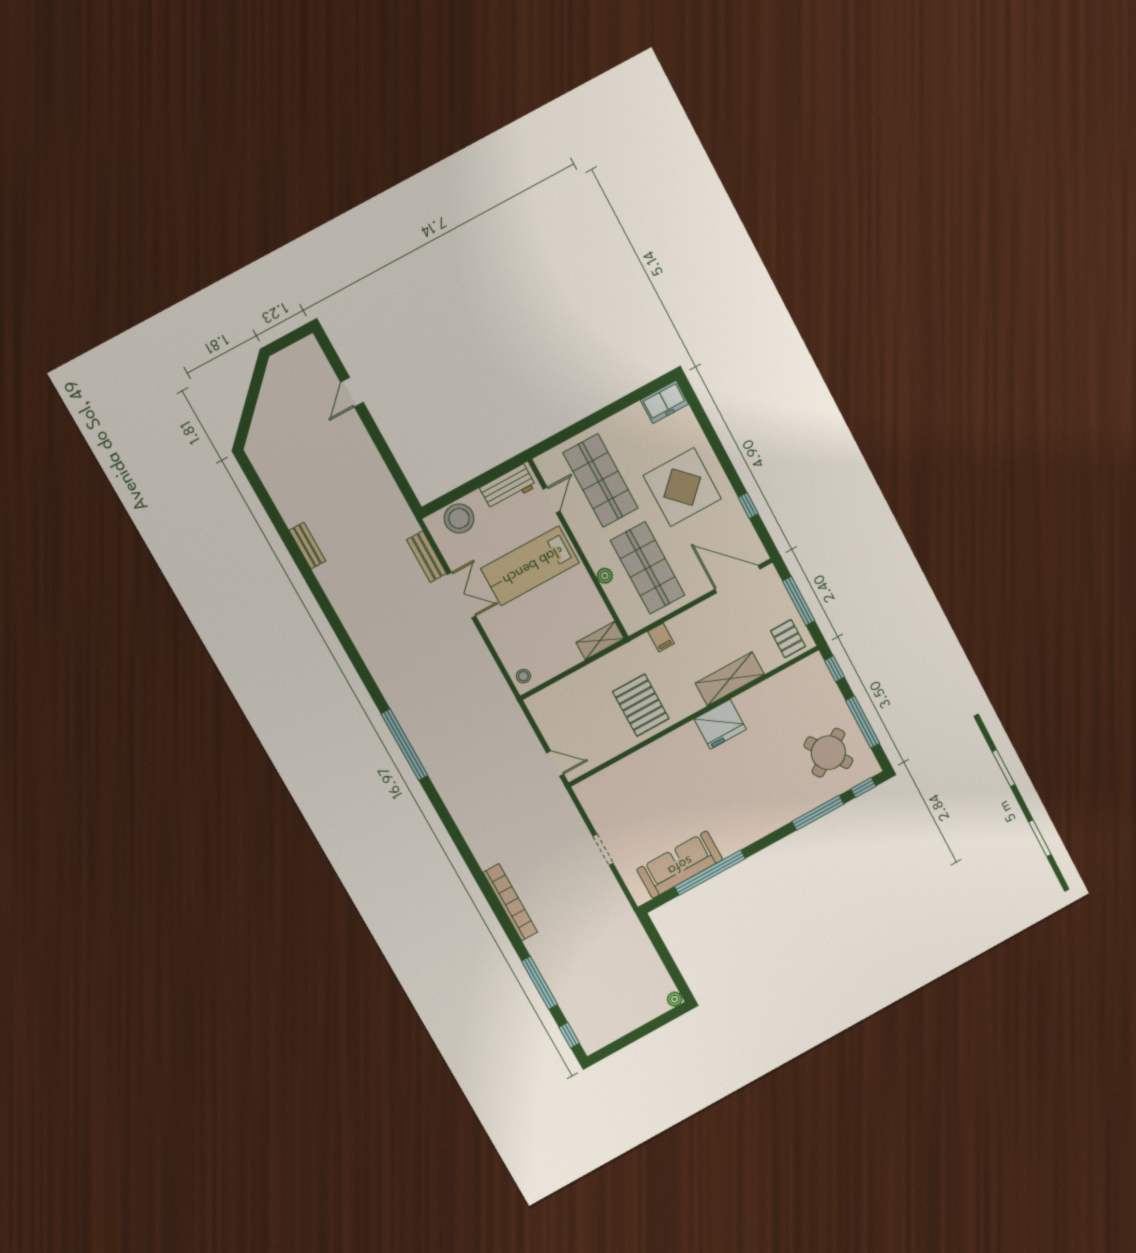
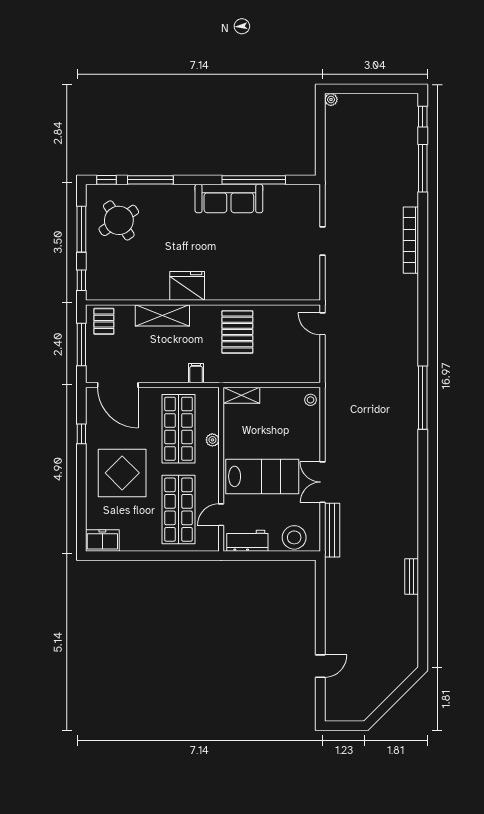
bench: (427, 557) -> (332, 530), width x1.36
sofa: (680, 865) -> (229, 198), moved

